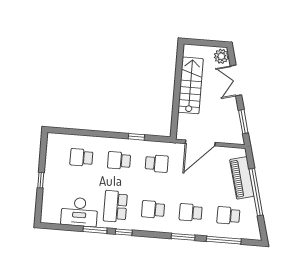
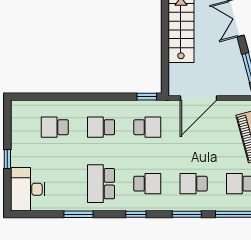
window: (136, 137) -> (147, 97), moved
school desk: (153, 209) -> (147, 184), turned 180
desk: (79, 212) -> (28, 189), moved, turned 90
window: (124, 232) -> (136, 214), moved

